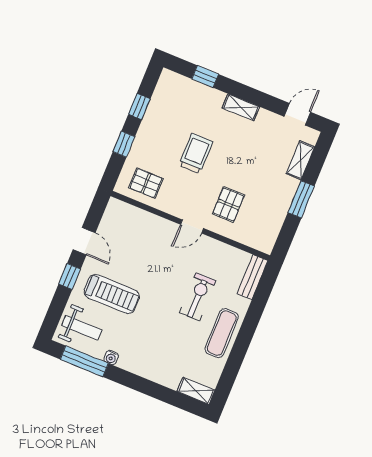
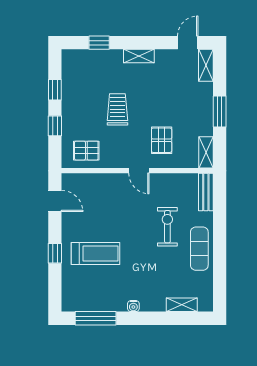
shelving: (300, 160) -> (206, 65), moved
door: (192, 226) -> (139, 171), hinge flipped
shelving: (269, 236) -> (206, 152), added
door: (84, 241) -> (55, 201), moved
weight bench: (82, 328) -> (82, 291), removed
water cooler: (111, 357) -> (133, 306), moved
shelving: (196, 391) -> (182, 305), moved

